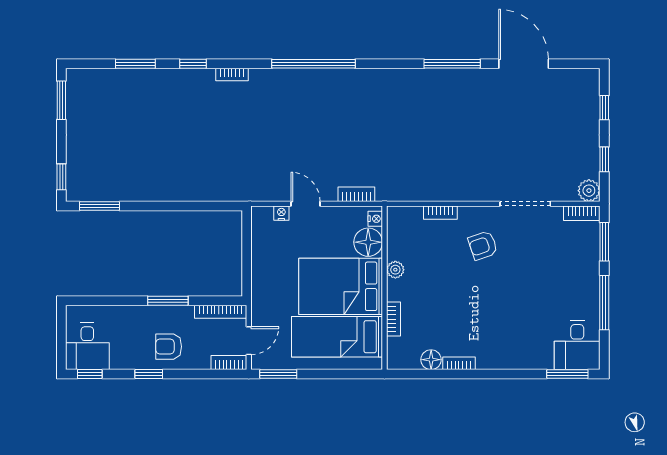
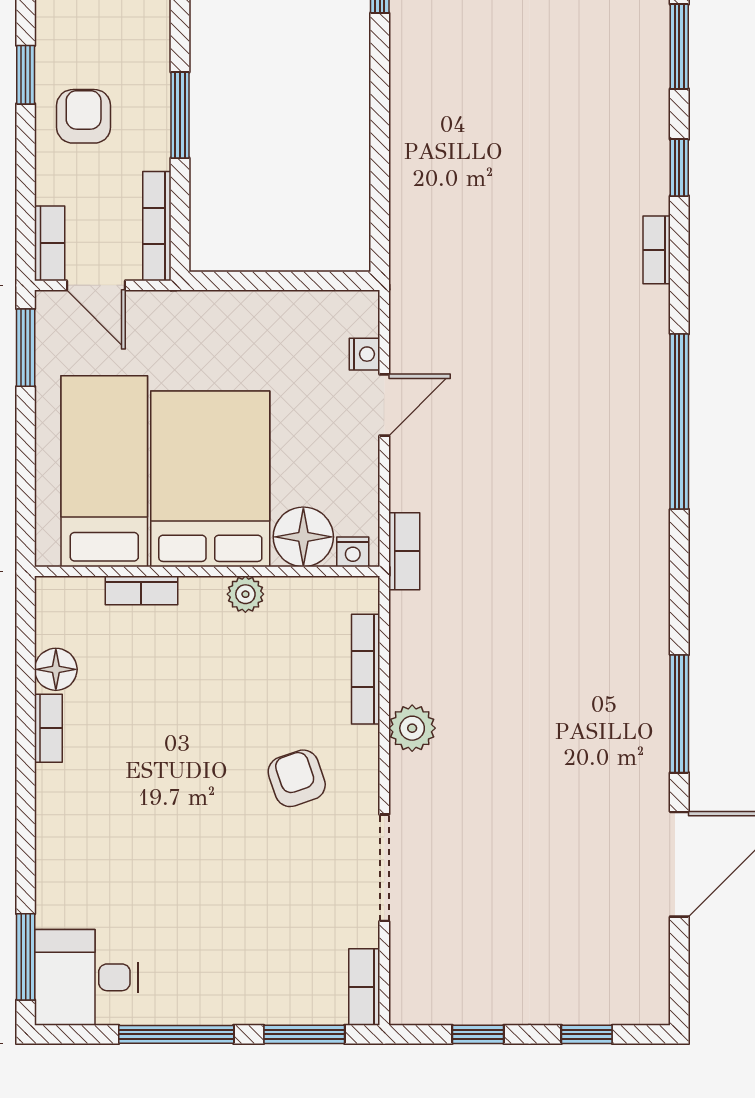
plant: (589, 191) -> (412, 728), moved
bookcase: (356, 194) -> (404, 551), moved
bookcase: (440, 213) -> (366, 669), width x1.56

